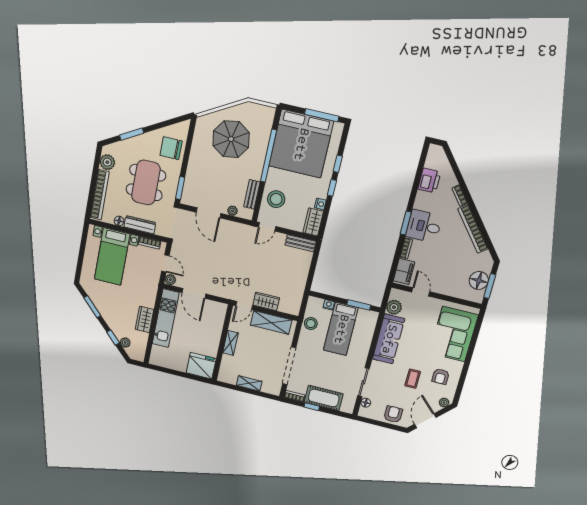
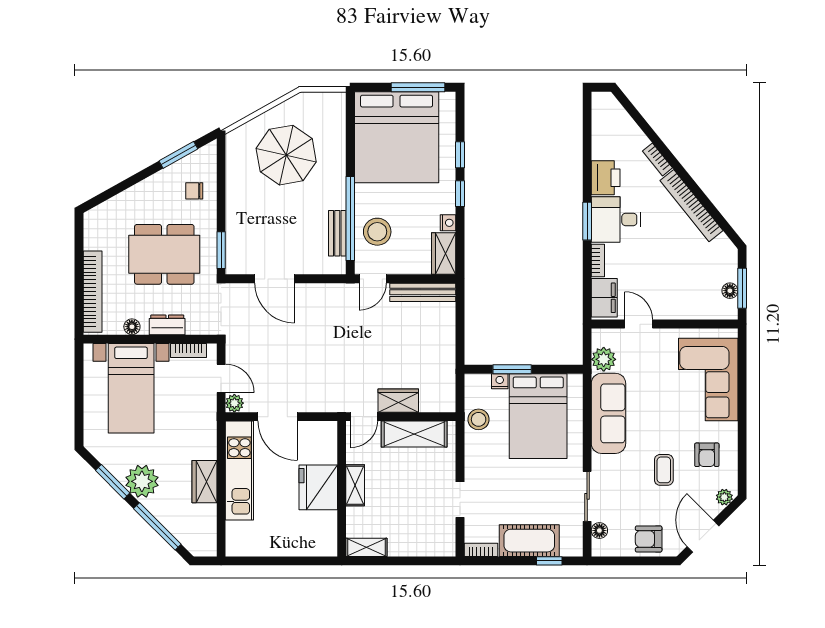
window: (132, 134) -> (178, 155), moved
chair: (171, 148) -> (194, 191), width x0.54, depth x0.54
window: (269, 156) -> (350, 219), moved
plant: (107, 162) -> (96, 237), removed
printer: (429, 181) -> (606, 178), moved
dining table: (146, 183) -> (164, 254), turned 90
plant: (232, 211) -> (312, 266), removed
dresser: (140, 225) -> (167, 325), width x0.70
bench: (301, 243) -> (423, 292), width x1.36
floor lamp: (479, 280) -> (730, 291), width x0.53, depth x0.53
window: (359, 305) -> (512, 369), moved
bed: (341, 329) -> (538, 416), width x1.50
window: (113, 338) -> (157, 526), width x2.17
plant: (125, 343) -> (142, 481), moved, width x1.88, depth x1.88
fridge: (201, 366) -> (318, 487), moved, turned -90
doorway: (289, 366) -> (460, 500), width x0.53
shelving: (249, 383) -> (366, 547), moved
window: (312, 407) -> (549, 561), moved
armchair: (393, 414) -> (649, 539), turned -90

